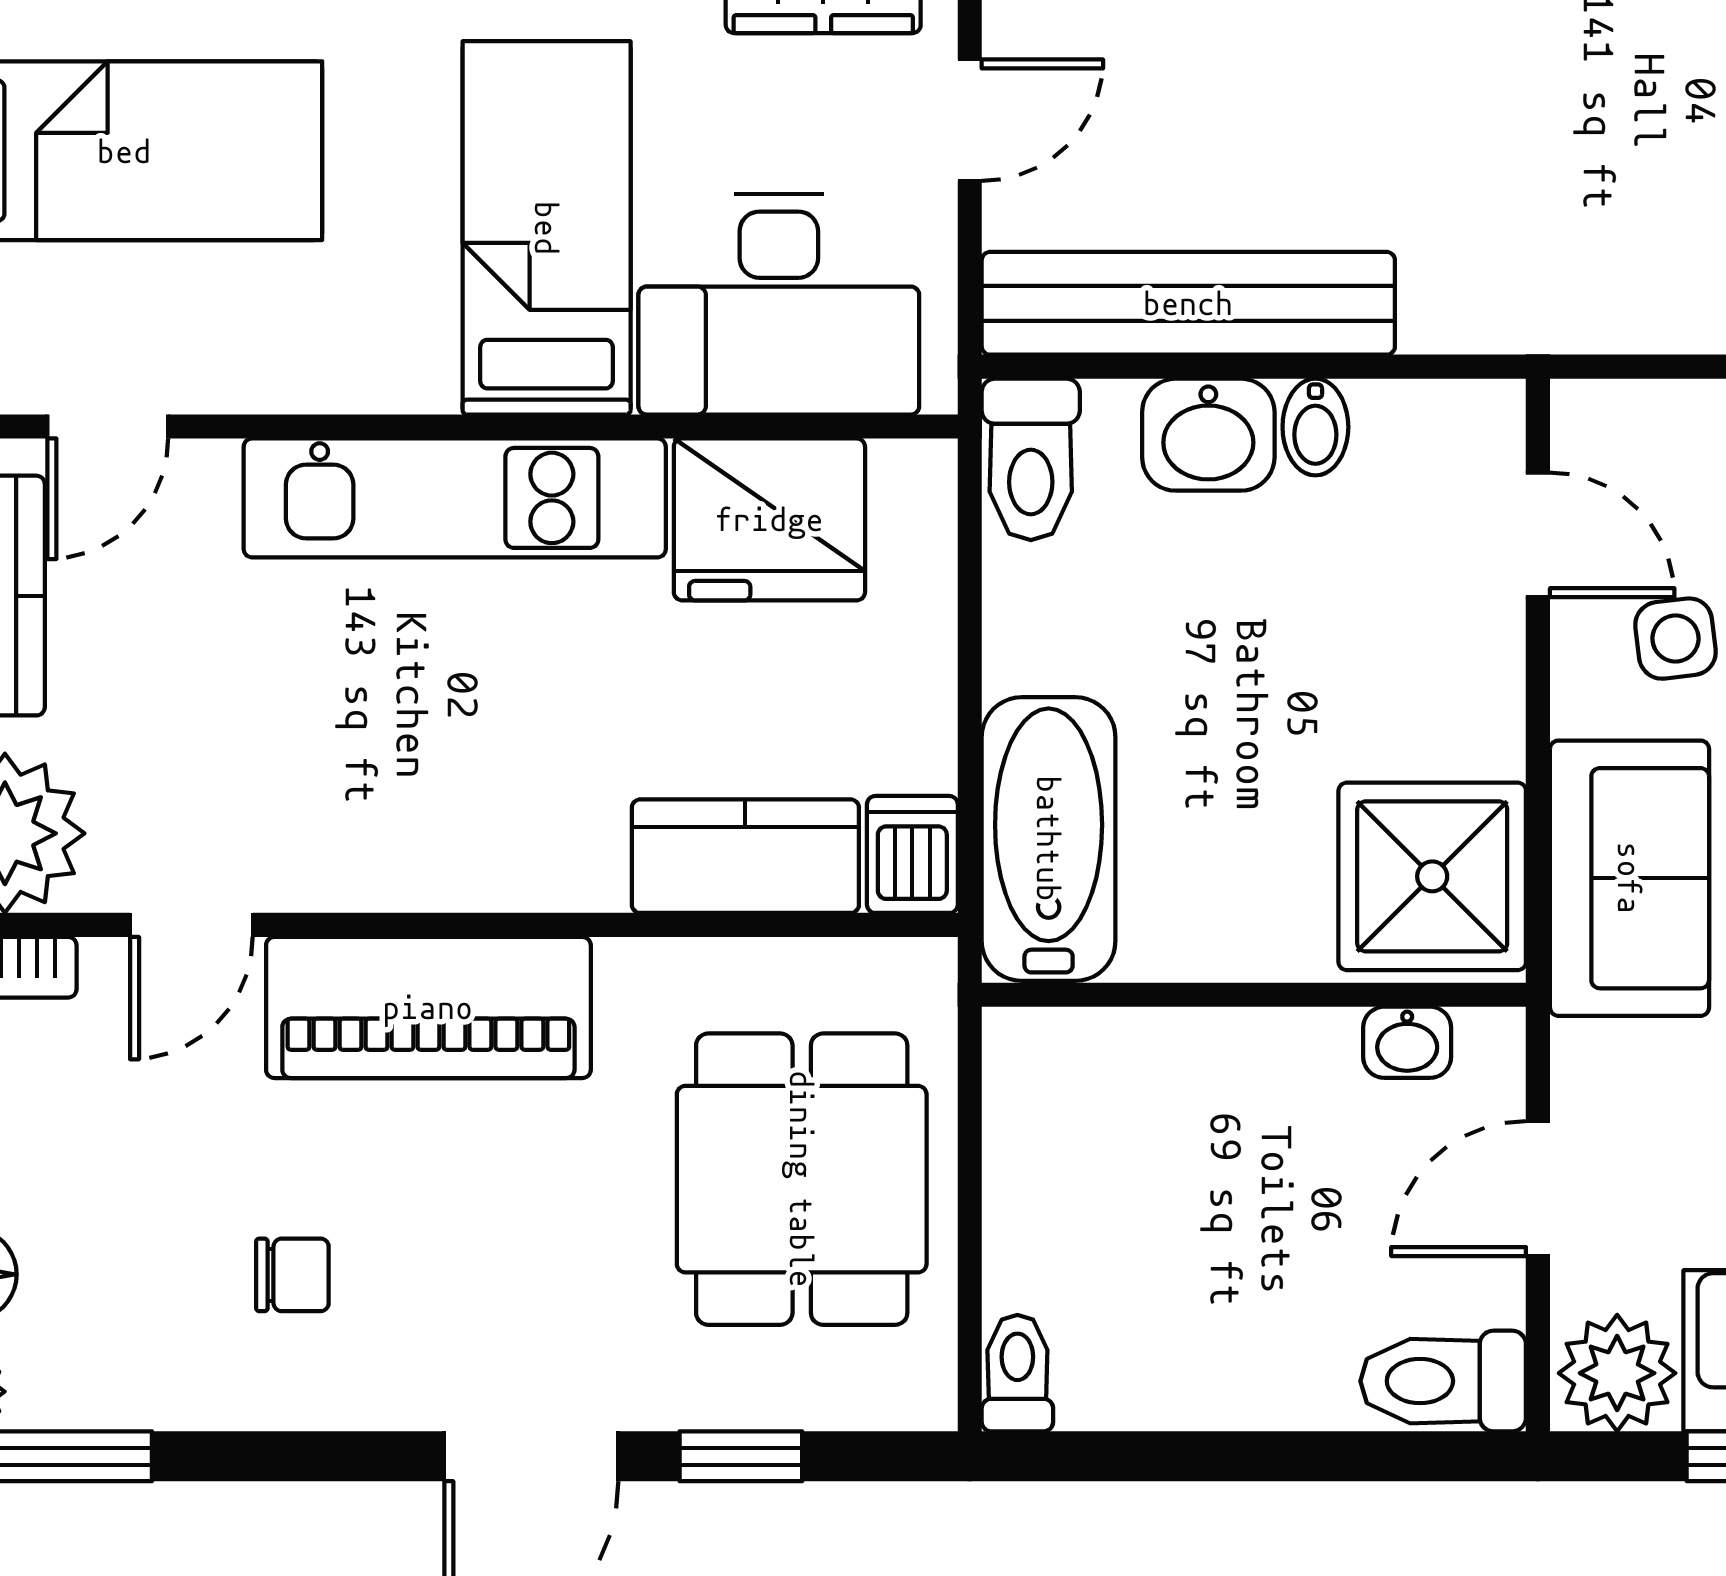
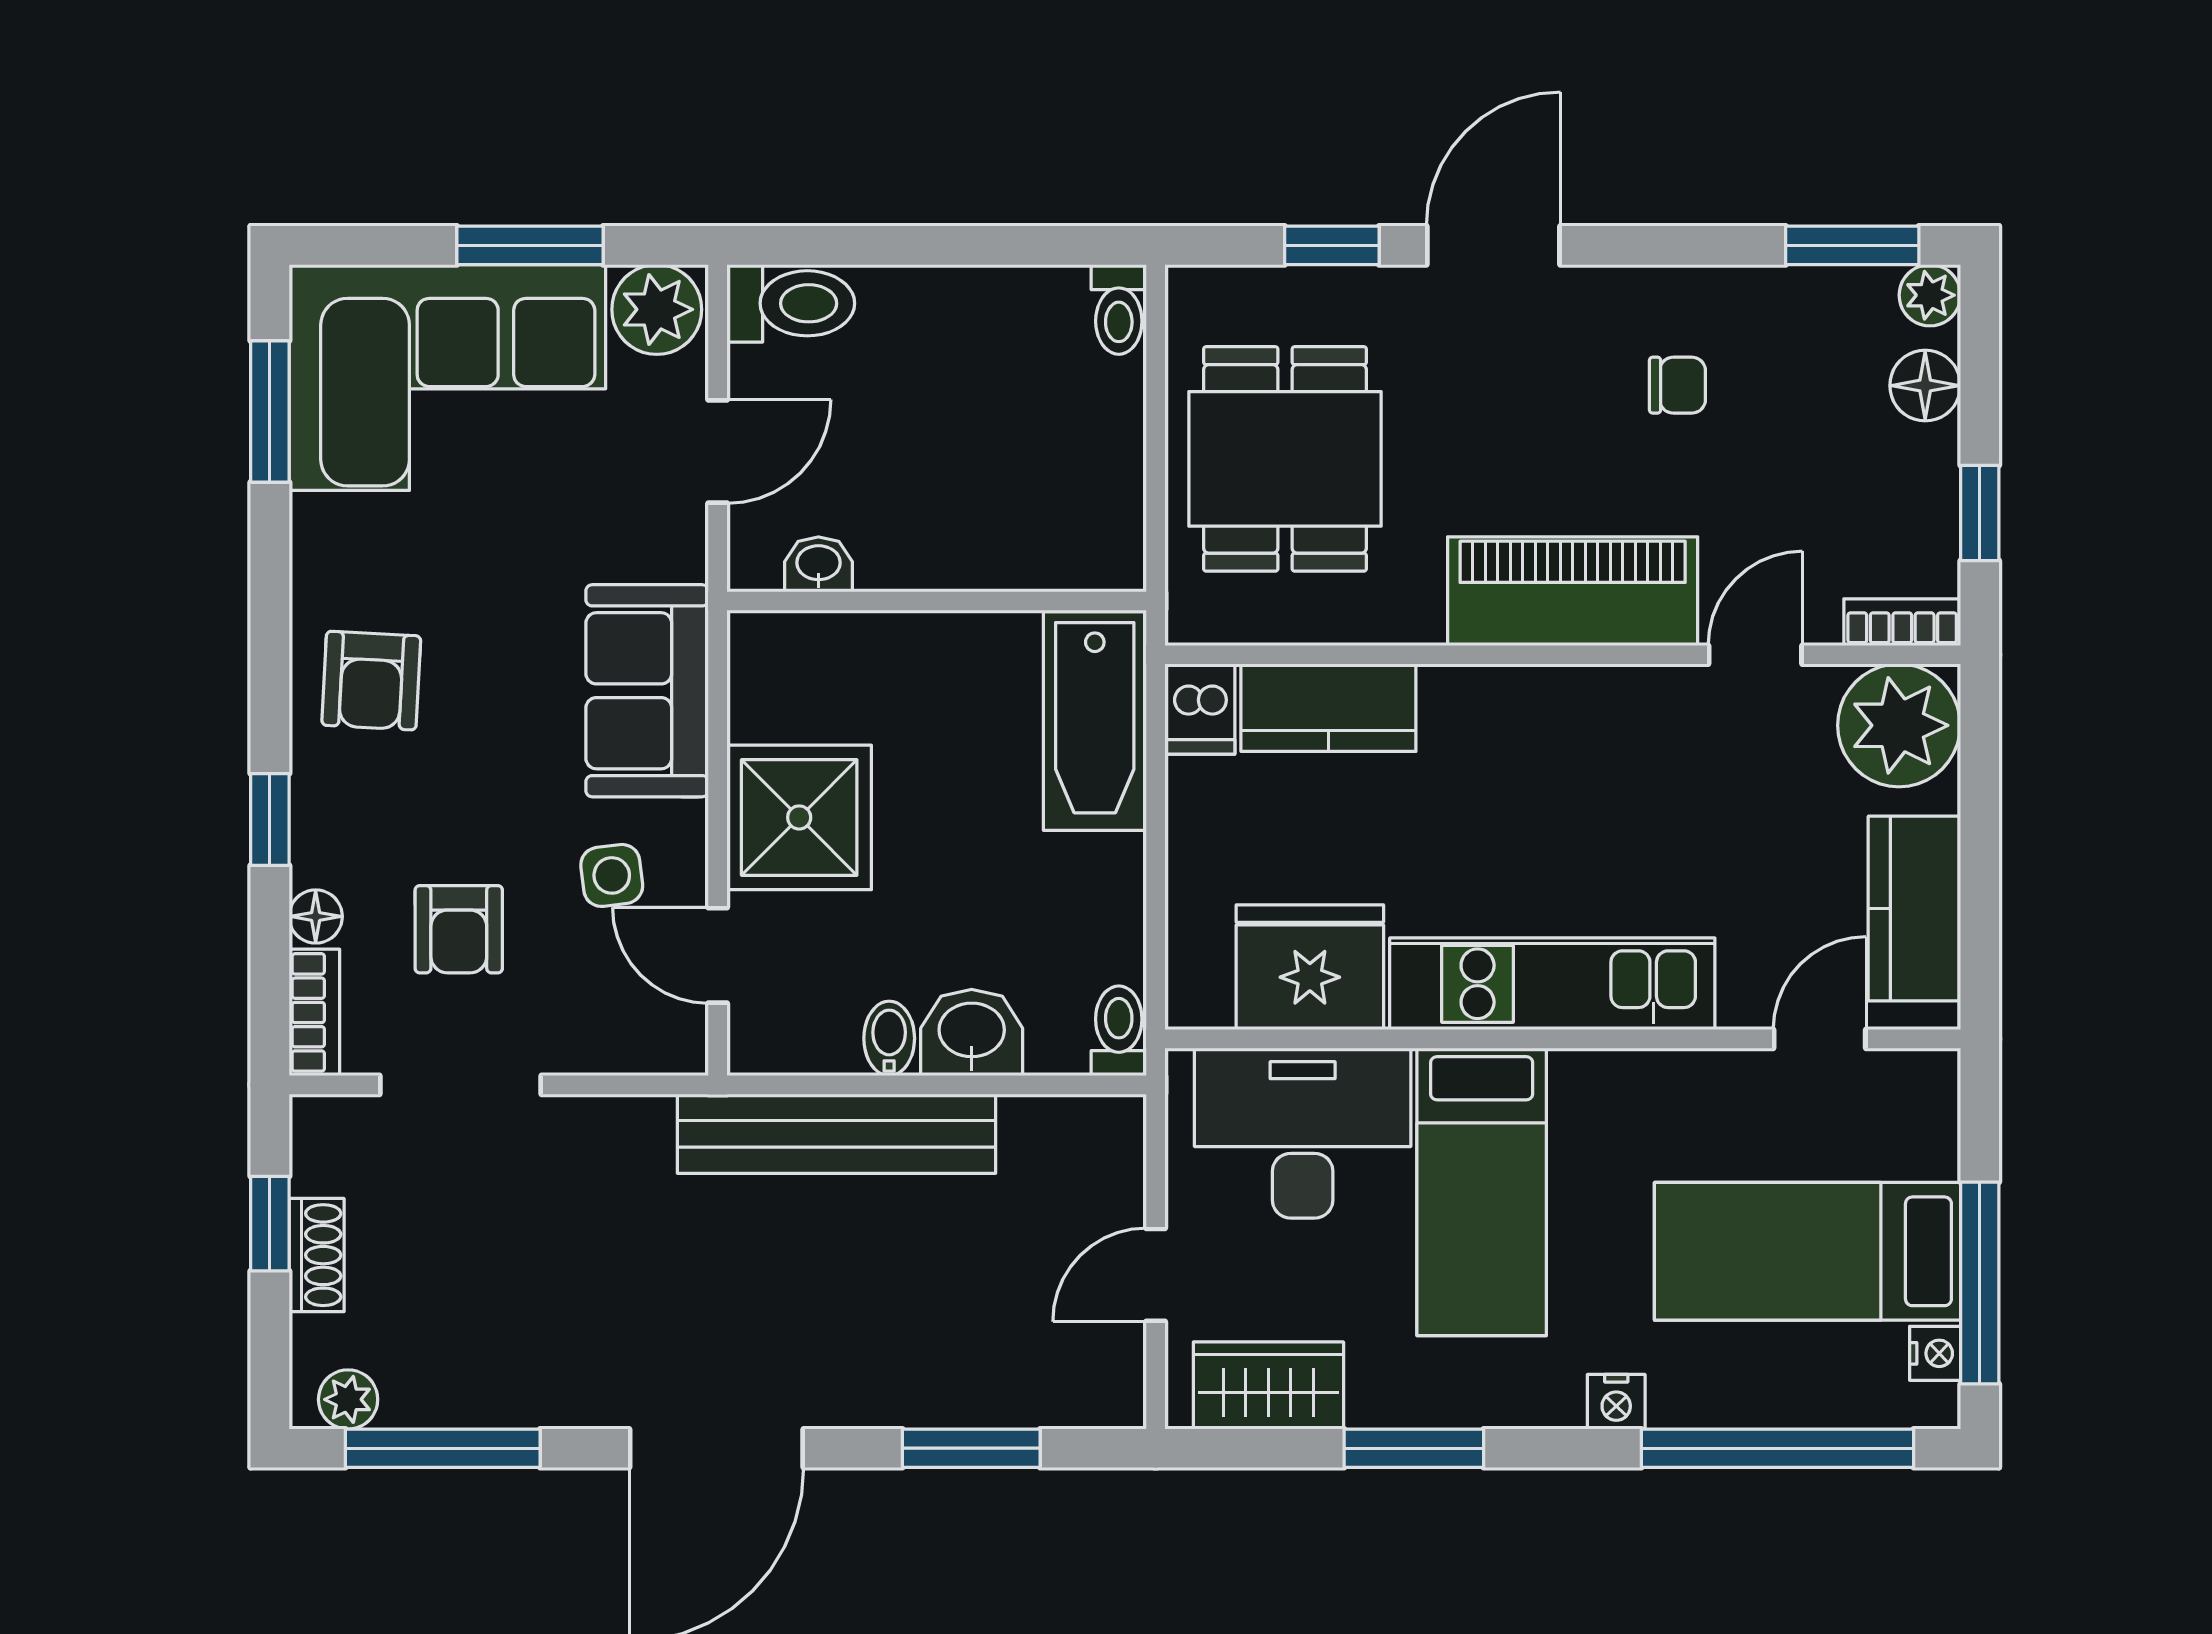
bench: (1188, 303) -> (836, 1134), moved
toilet: (1031, 459) -> (1119, 1031), width x0.73, depth x0.72
shower: (1432, 876) -> (799, 817), moved
chair: (292, 1275) -> (1677, 385), turned 180

